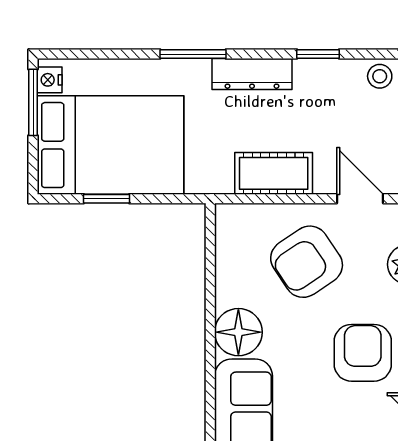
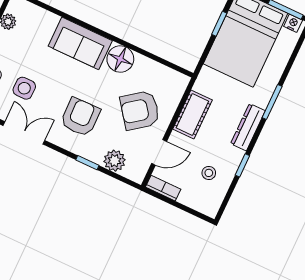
stool: (380, 76) -> (209, 173), moved
armchair: (307, 262) -> (140, 110), turned -93
armchair: (363, 353) -> (80, 117), turned -91

